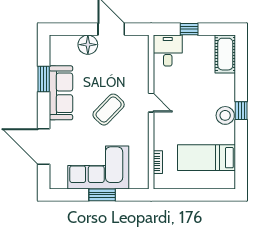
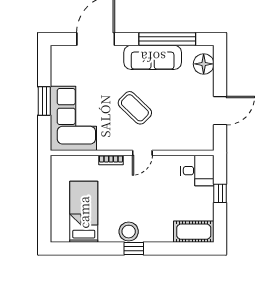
floor lamp: (88, 45) -> (204, 64), moved
window: (44, 79) -> (167, 39), width x2.11
bookcase: (158, 162) -> (111, 160), moved
corner sofa: (98, 168) -> (73, 118), moved

